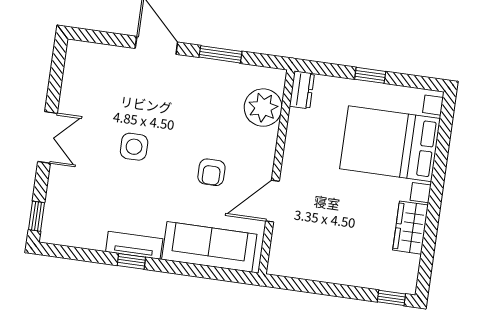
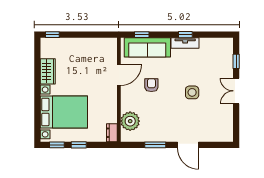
window: (413, 81) -> (57, 145), added
window: (36, 216) -> (236, 61), moved
window: (217, 273) -> (142, 35), added

